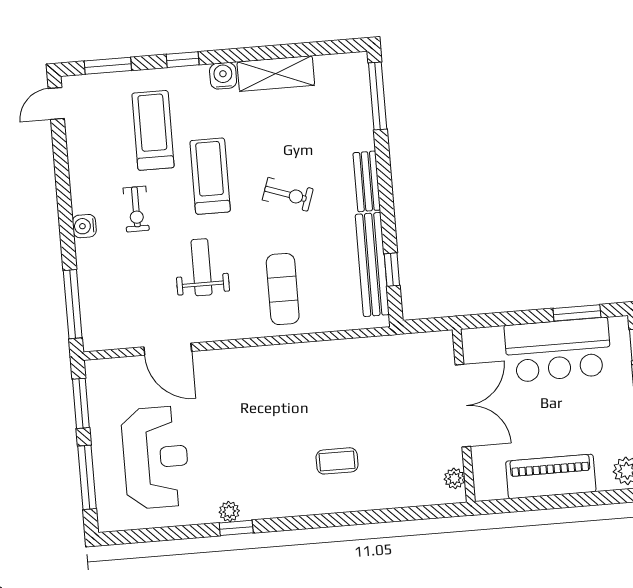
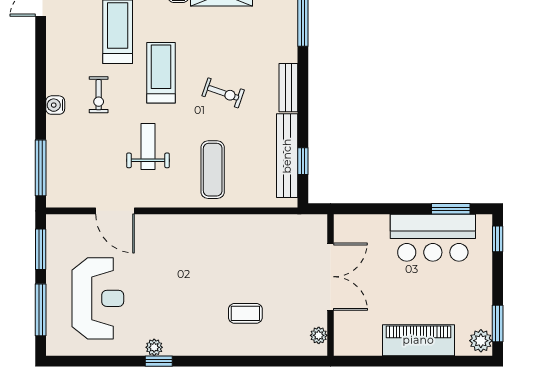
double door: (463, 406) -> (330, 277), moved
wall: (464, 416) -> (330, 285), moved
plant: (454, 478) -> (319, 335), moved

